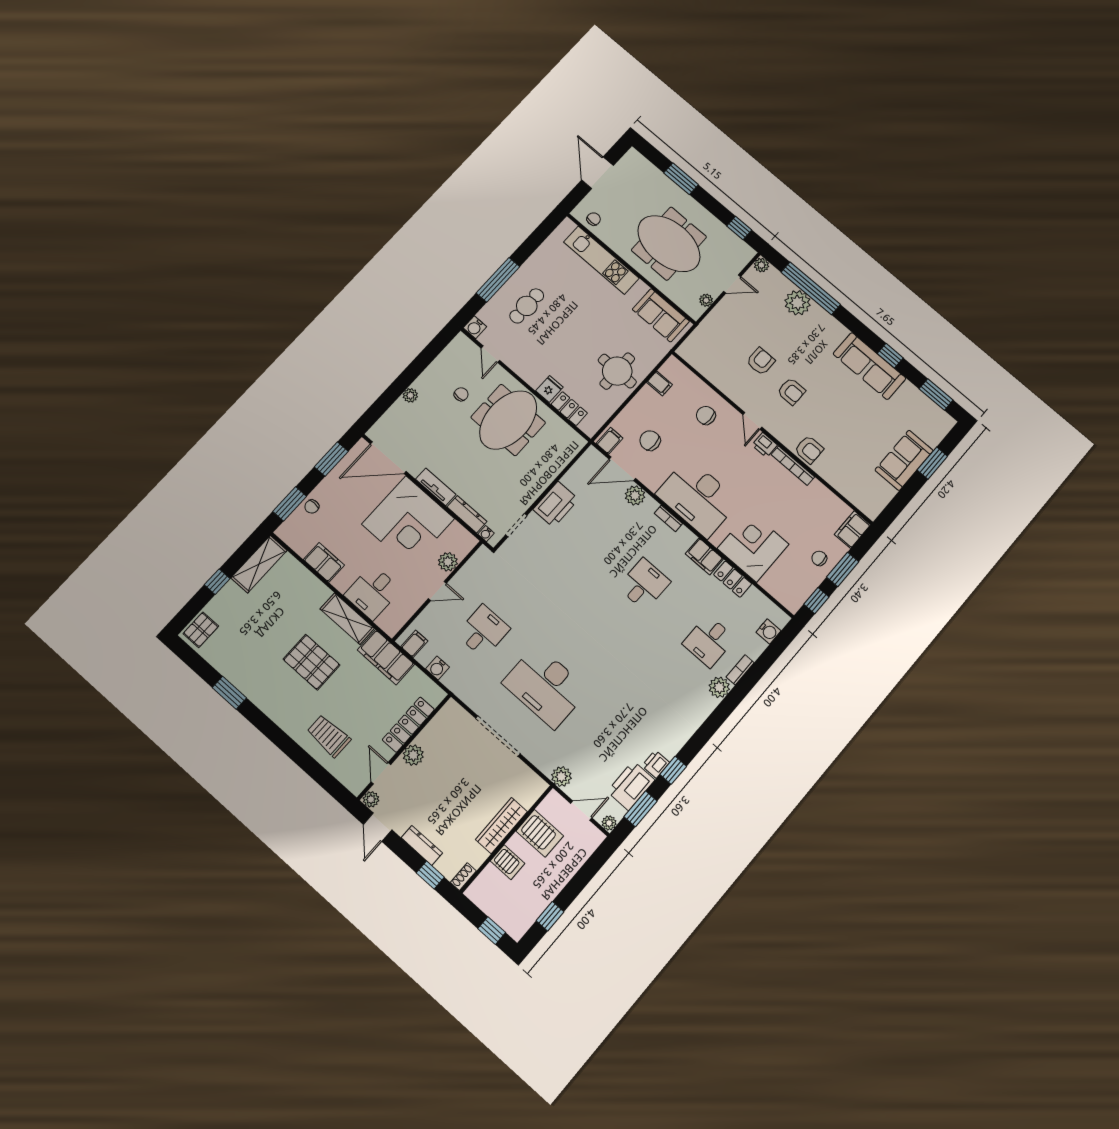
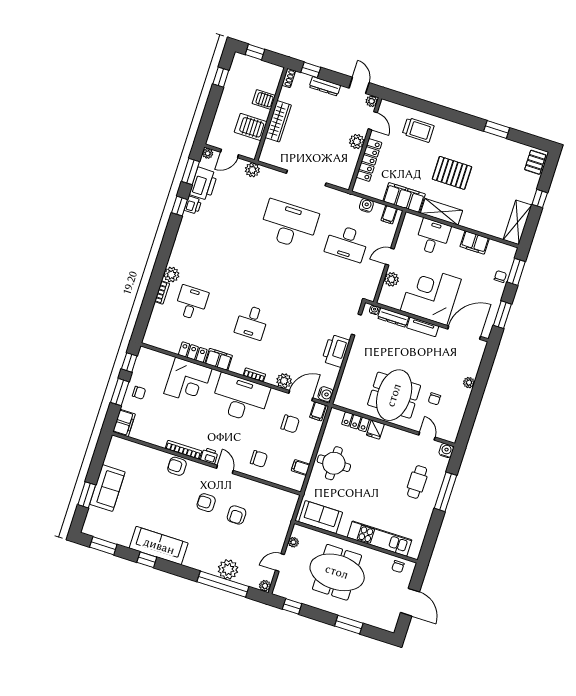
desk: (483, 631) -> (347, 243), width x1.37
water cooler: (768, 631) -> (326, 394), moved, turned 180

